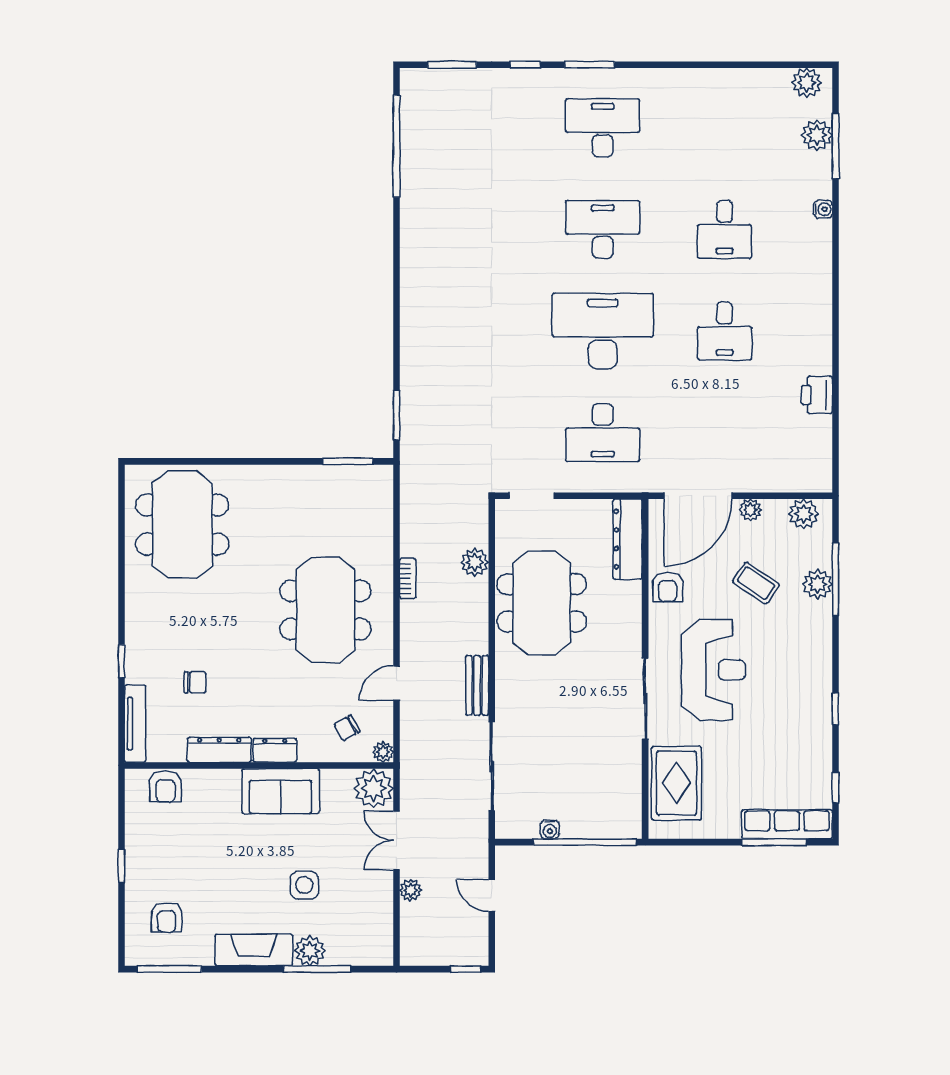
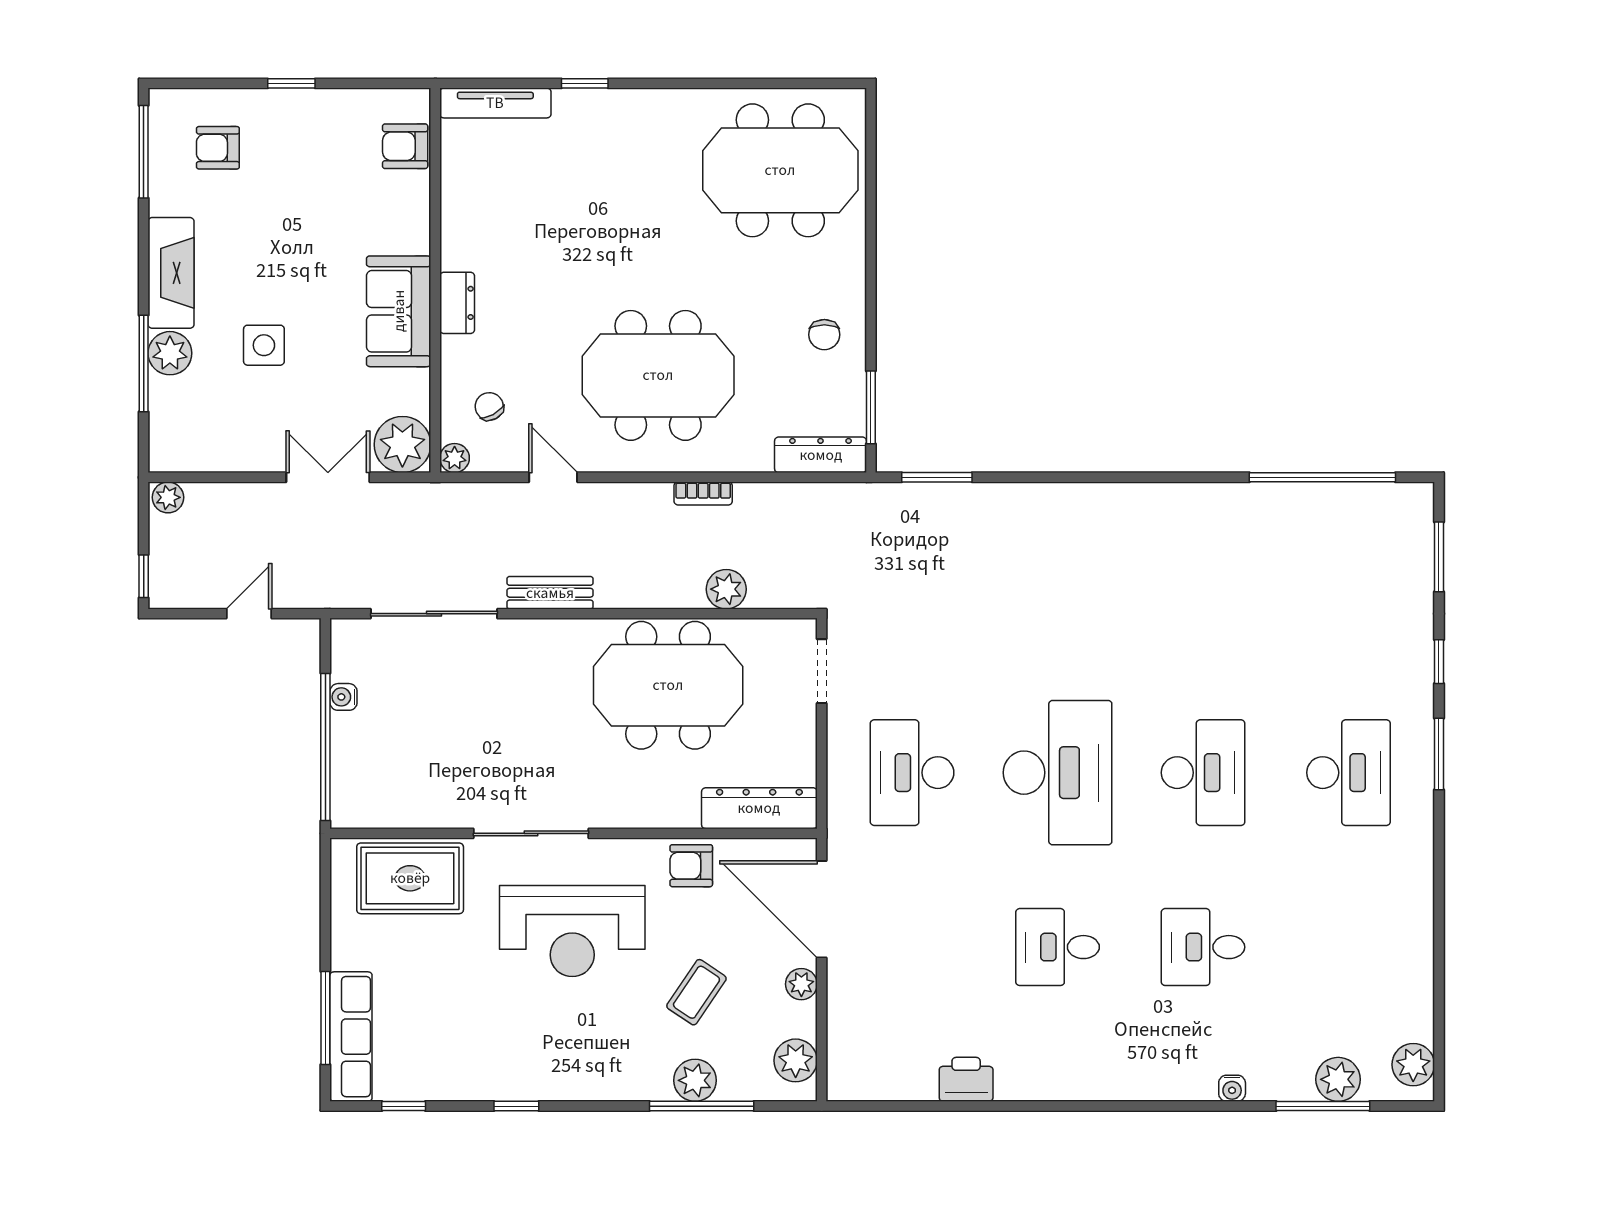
chair: (195, 682) -> (824, 335), moved
dresser: (219, 750) -> (821, 455), moved, turned -90
plant: (411, 890) -> (168, 497), moved

